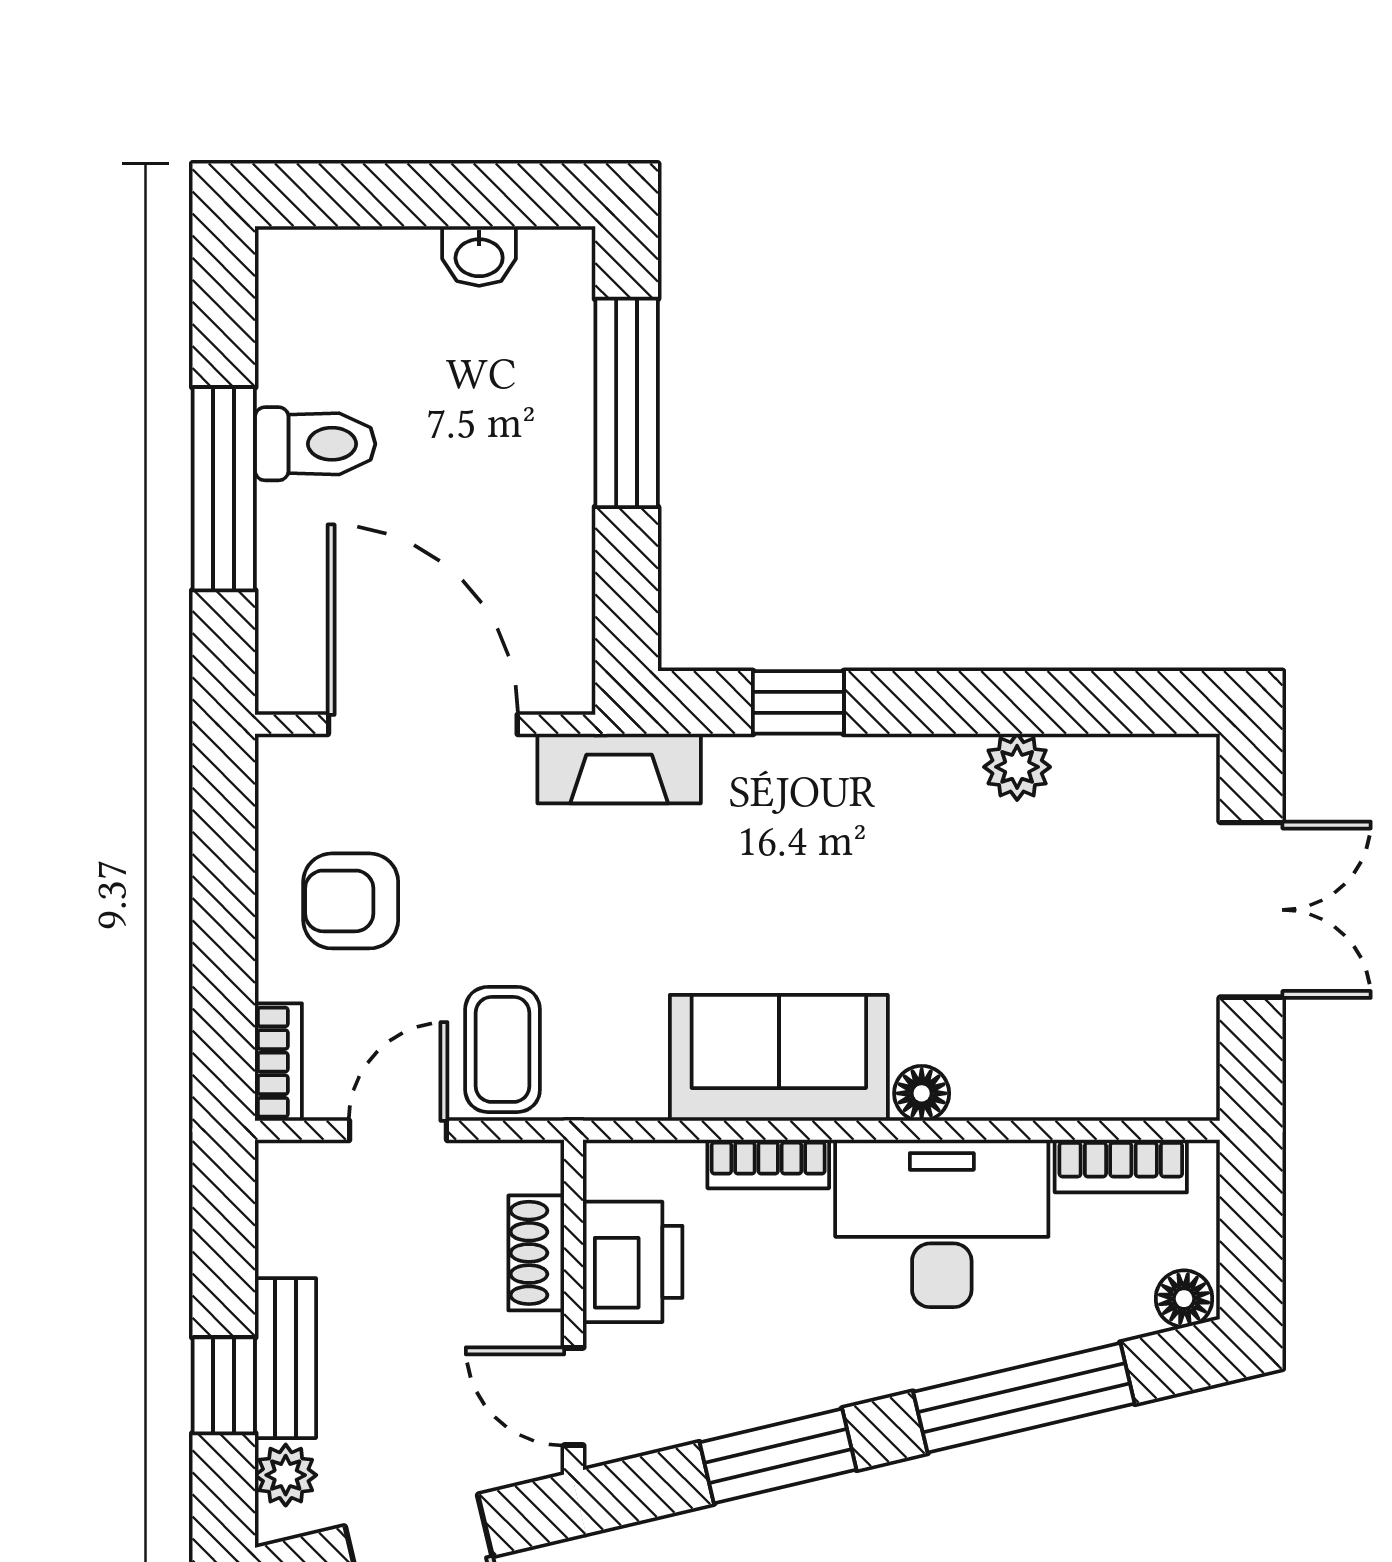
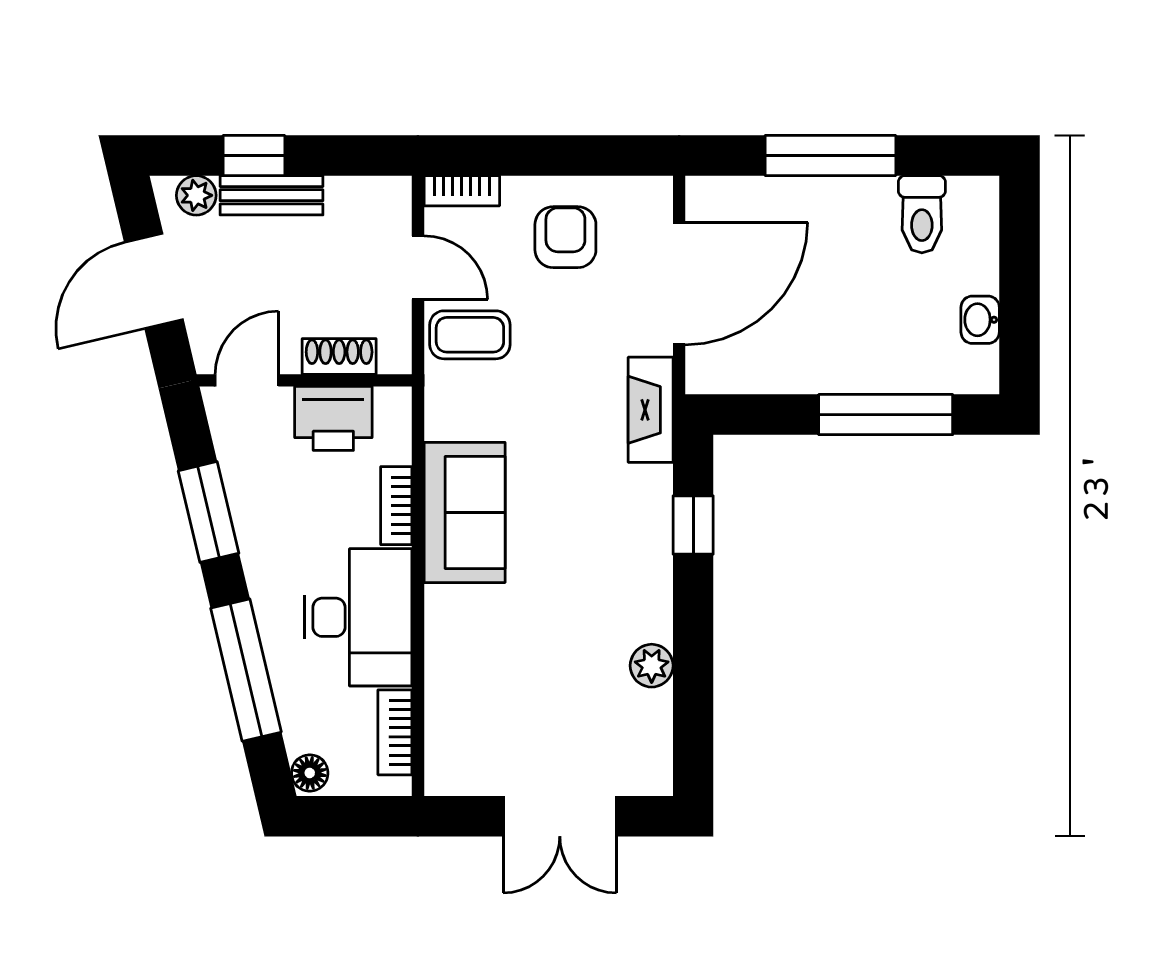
toilet: (315, 444) -> (922, 214), moved
floor lamp: (922, 1093) -> (442, 604), removed

